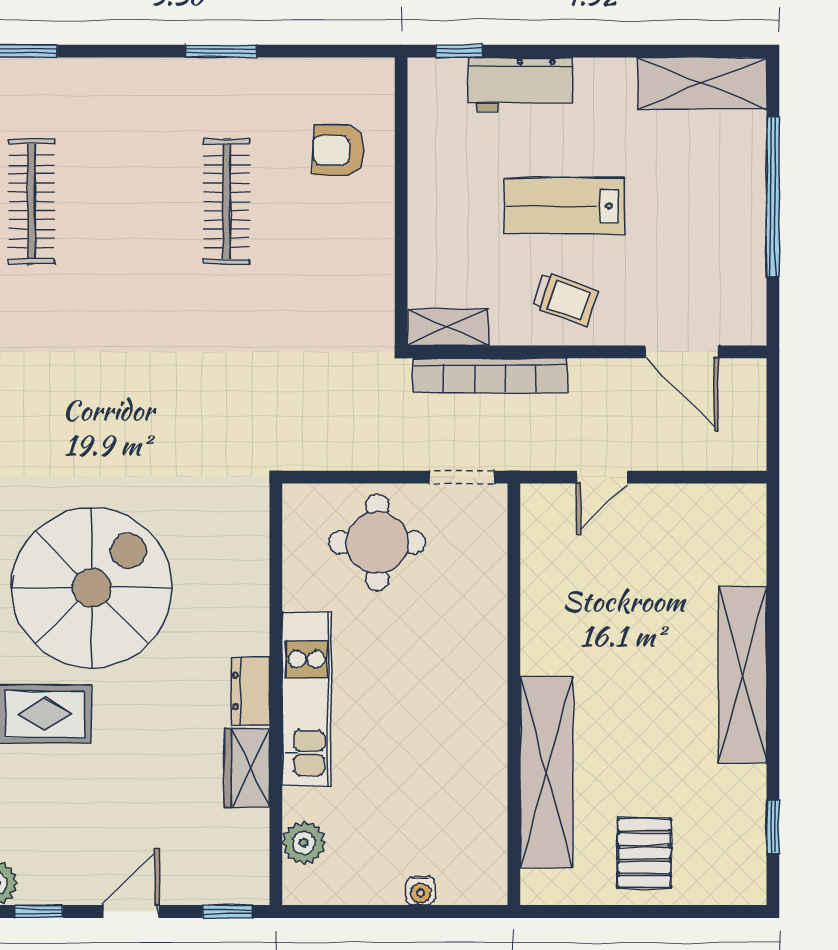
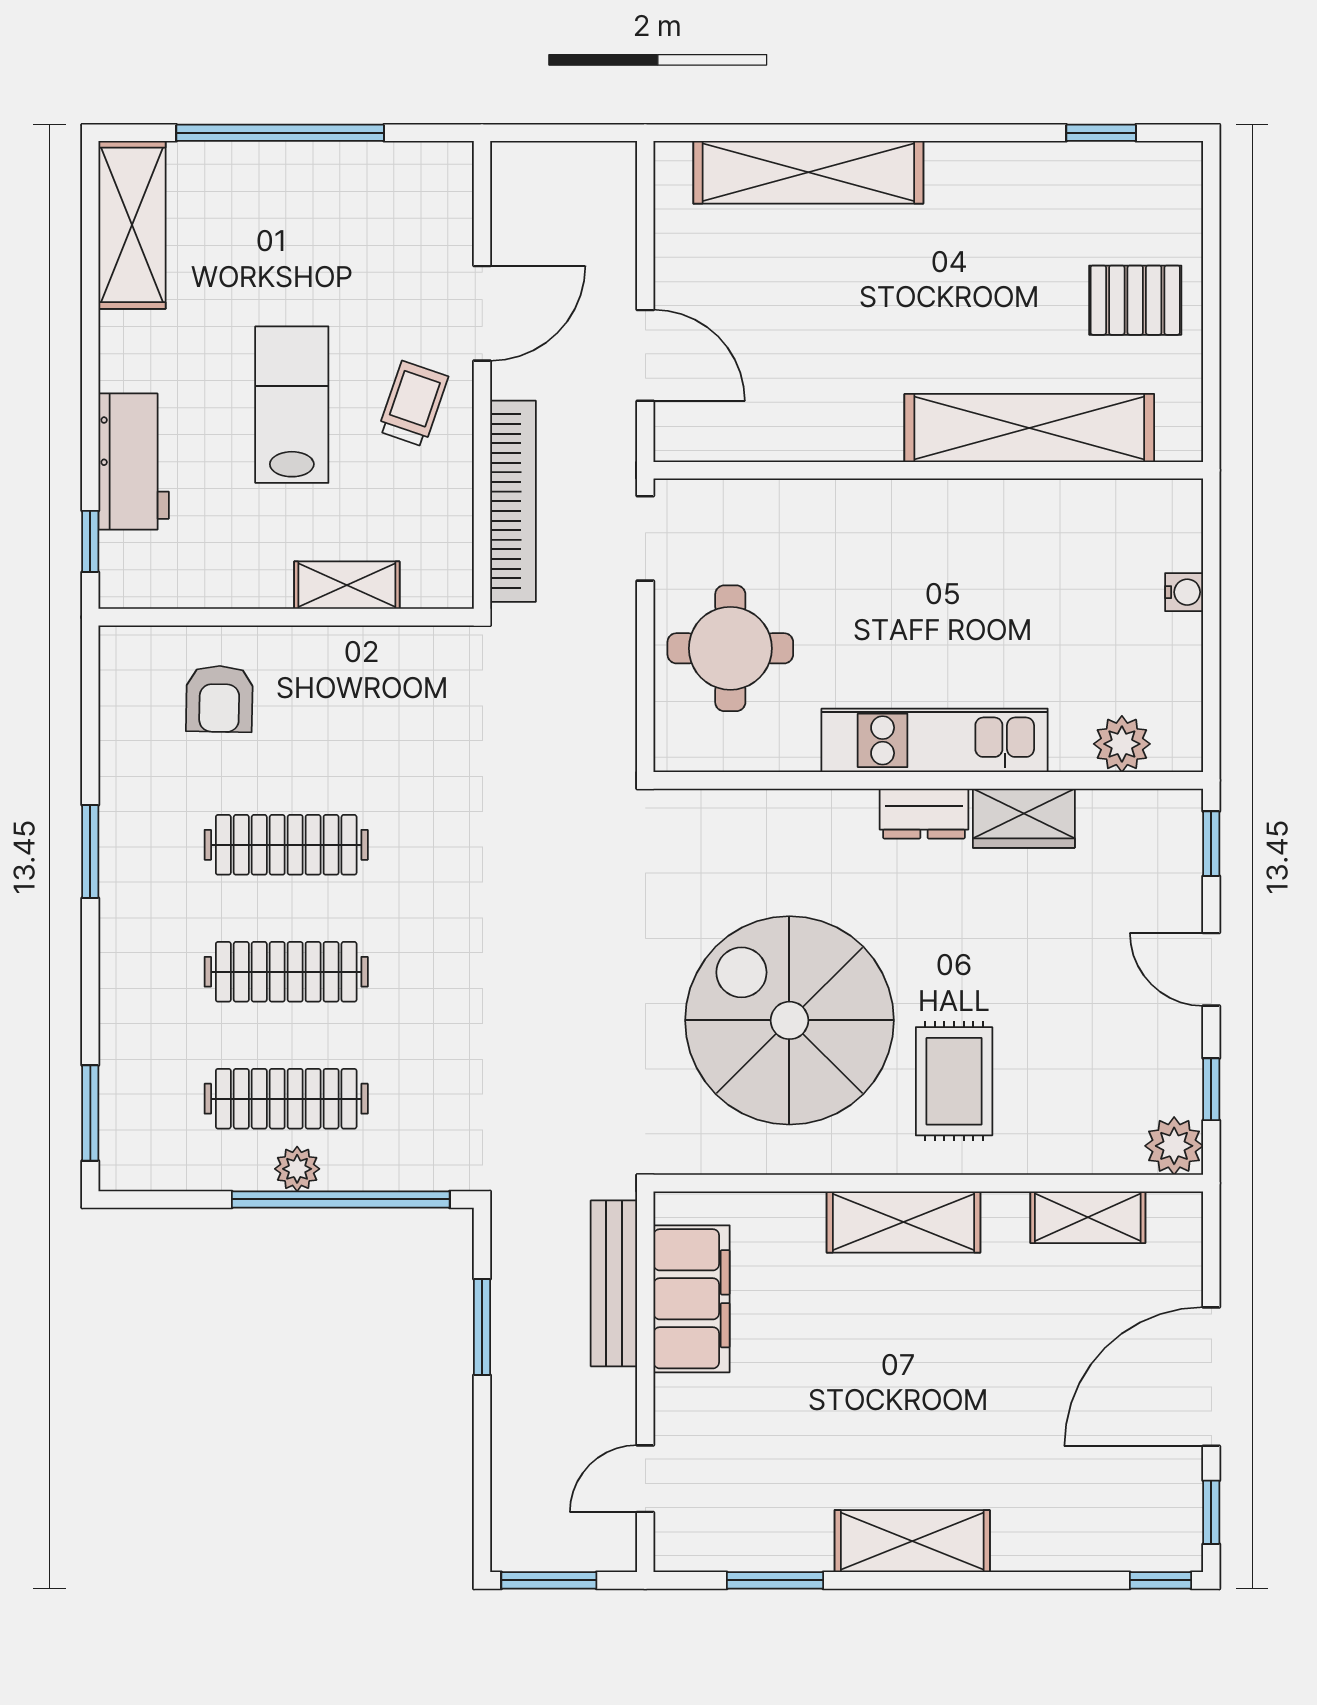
clothes rail: (129, 201) -> (286, 972), added
lab bench: (564, 206) -> (292, 405), turned 180
shelving: (448, 327) -> (347, 585), moved, turned 90
door: (681, 352) -> (482, 313), moved
door: (602, 477) -> (645, 355), width x1.38
shelving: (743, 675) -> (808, 172), moved

